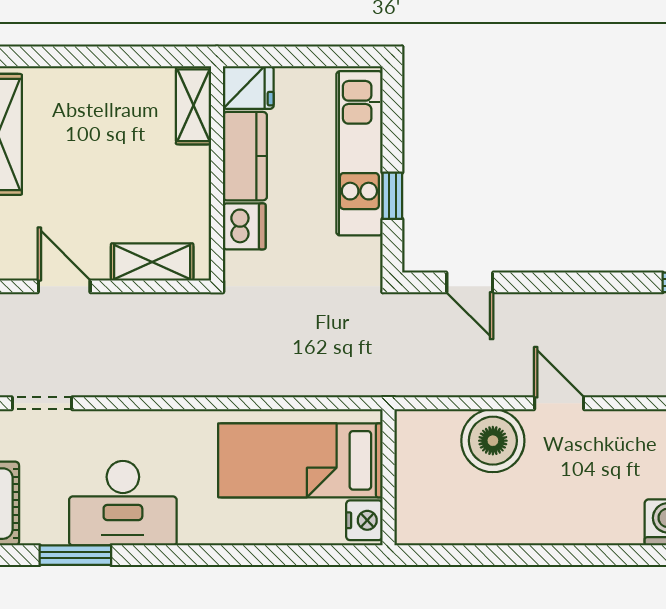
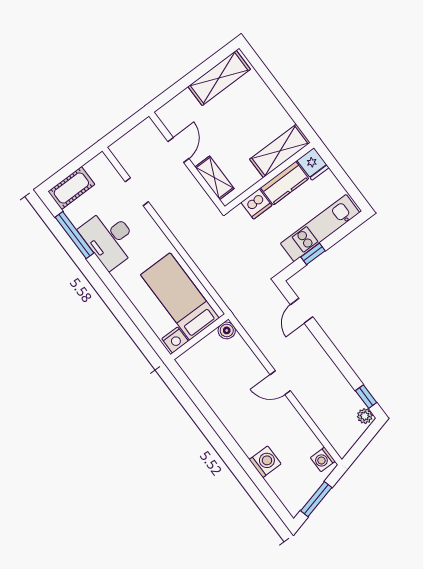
shelving: (194, 105) -> (280, 151), width x1.50, depth x1.33
doorway: (42, 403) -> (137, 192), moved
door: (559, 403) -> (280, 383), swing flipped
boiler: (493, 441) -> (227, 330), moved, width x0.54, depth x0.54
window: (75, 555) -> (74, 235), width x1.44

